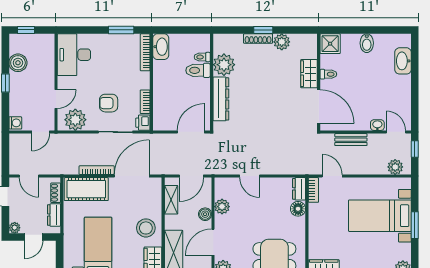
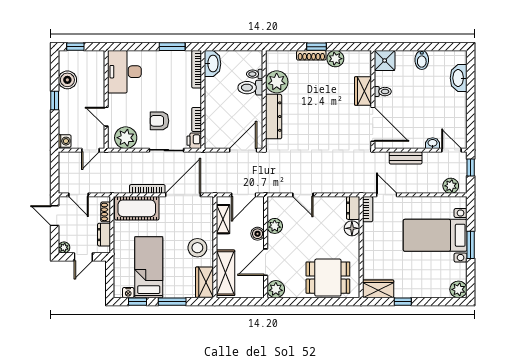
door: (56, 99) -> (106, 117), swing flipped

